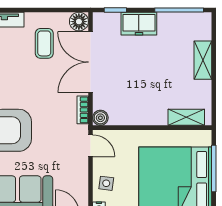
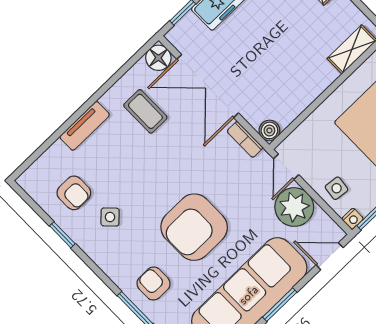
door: (91, 146) -> (286, 167), swing flipped
plant: (74, 171) -> (294, 207), added

